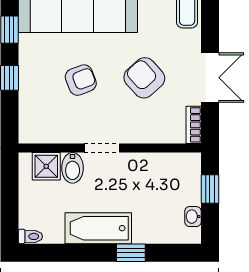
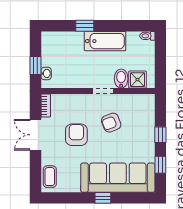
armchair: (144, 78) -> (76, 135), turned -138
armchair: (81, 80) -> (111, 123), moved
washbasin: (193, 217) -> (46, 73), moved

